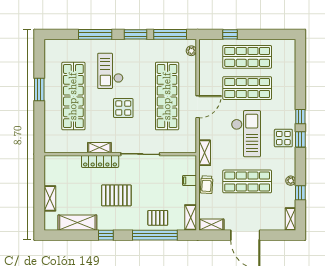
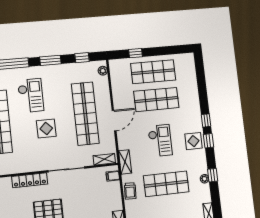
window: (170, 34) -> (82, 58), width x0.46
checkout: (110, 71) -> (31, 96), turned 180
checkout: (246, 134) -> (160, 141), width x0.73, depth x0.83
shelving: (99, 148) -> (104, 159), moved
filing cabinet: (189, 181) -> (113, 176), moved
window: (300, 193) -> (213, 175), moved

